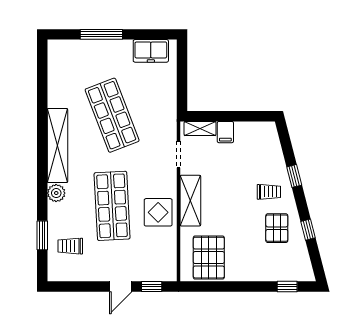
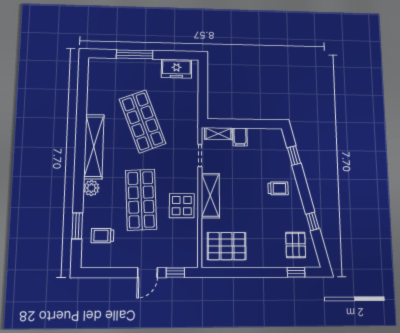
window: (294, 176) -> (294, 155), moved
pallet: (277, 228) -> (296, 245), moved
pallet: (209, 258) -> (227, 246), turned 90

